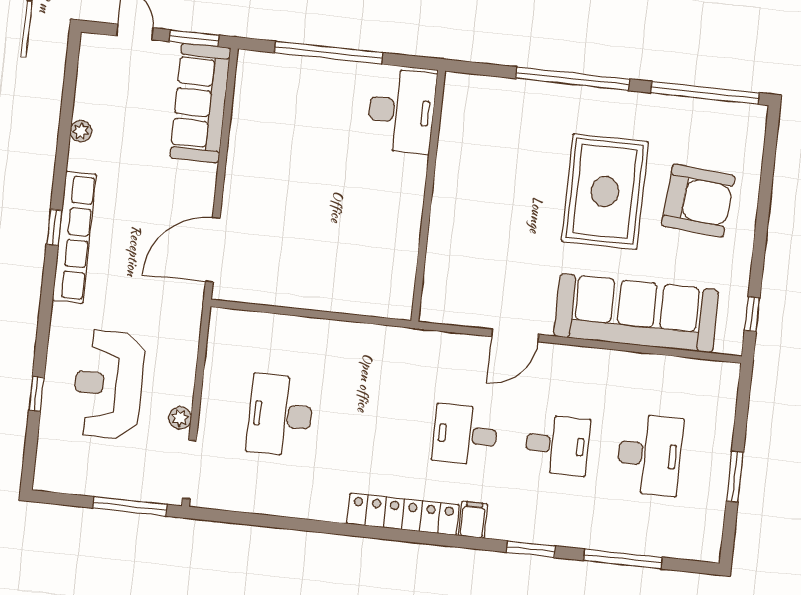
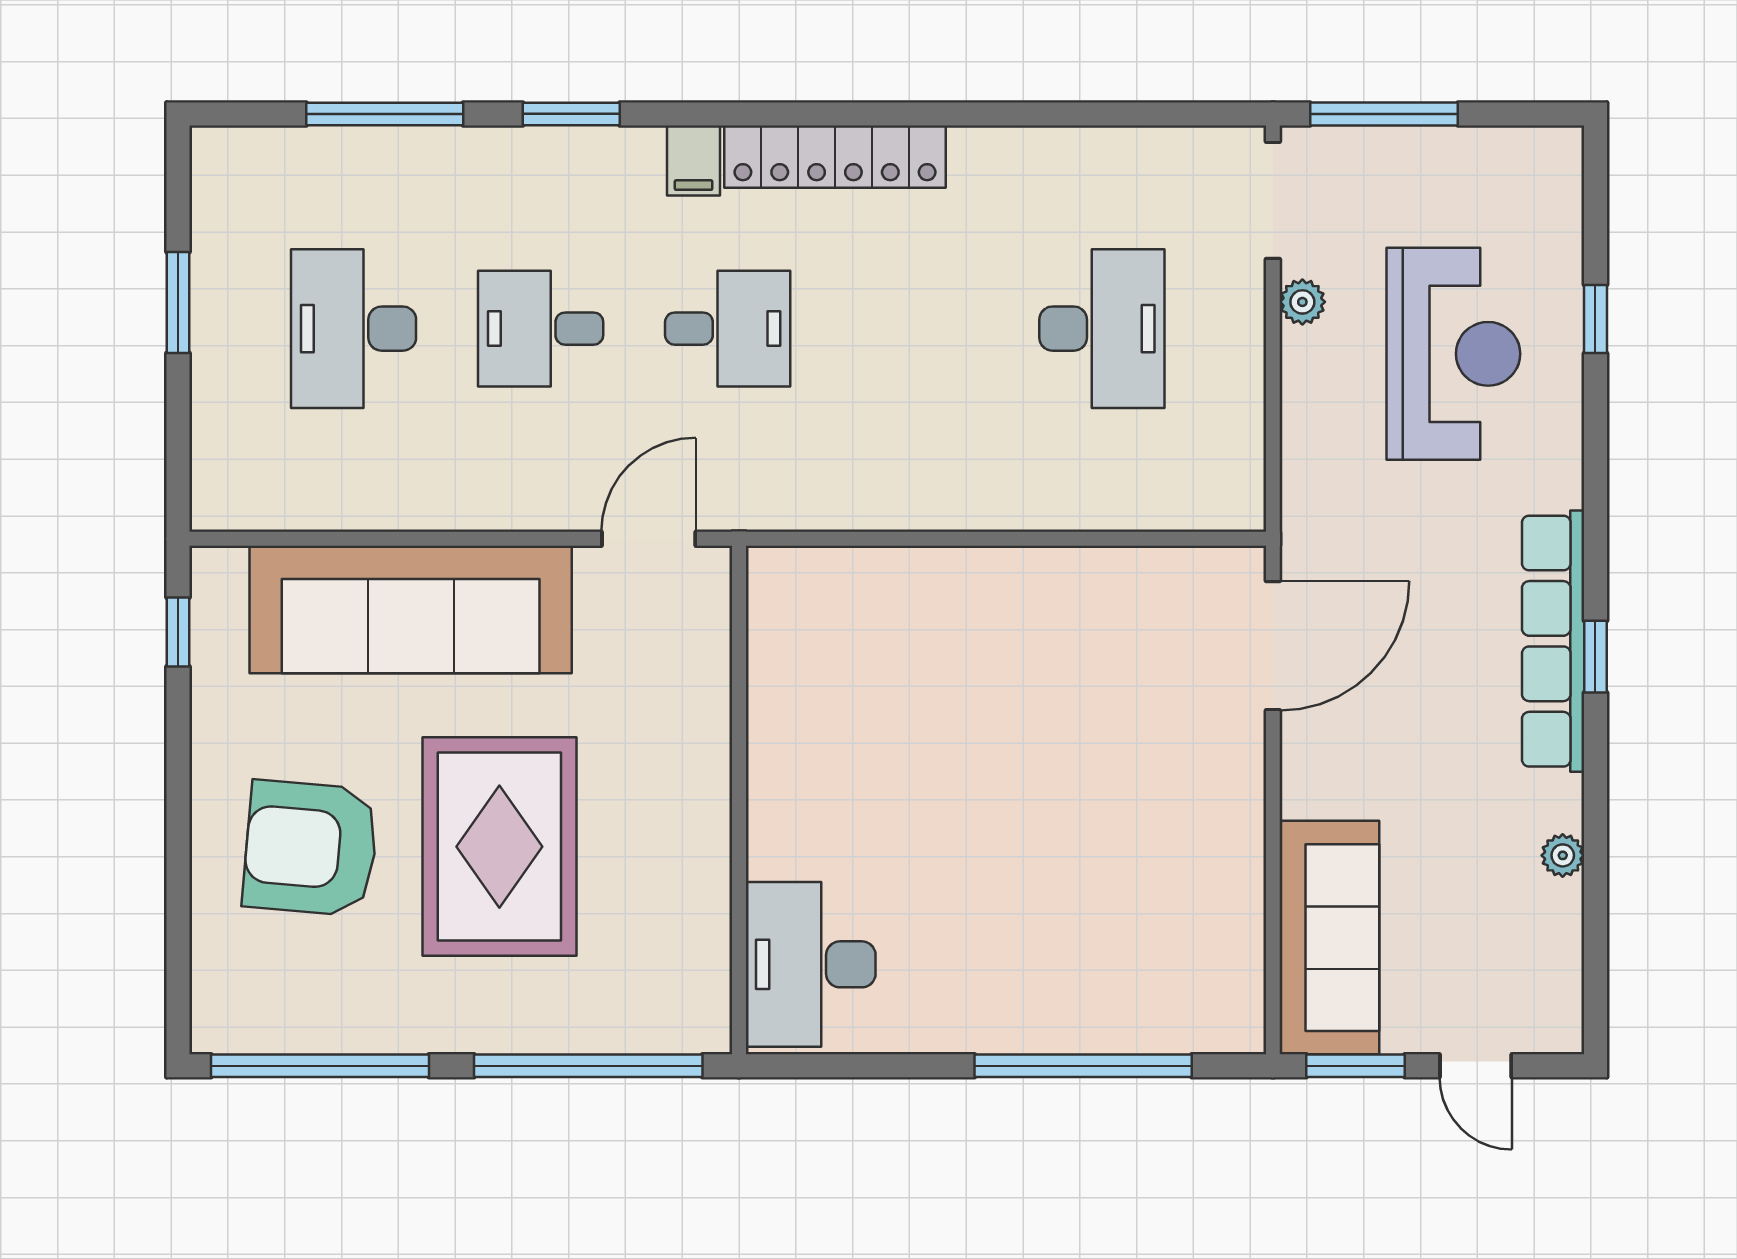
desk: (402, 111) -> (811, 964), moved
wall: (428, 196) -> (739, 800), moved

